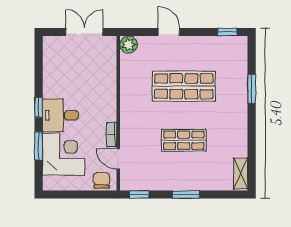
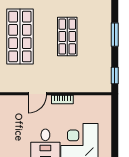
door: (118, 159) -> (37, 94), moved
chair: (102, 180) -> (102, 108), removed

